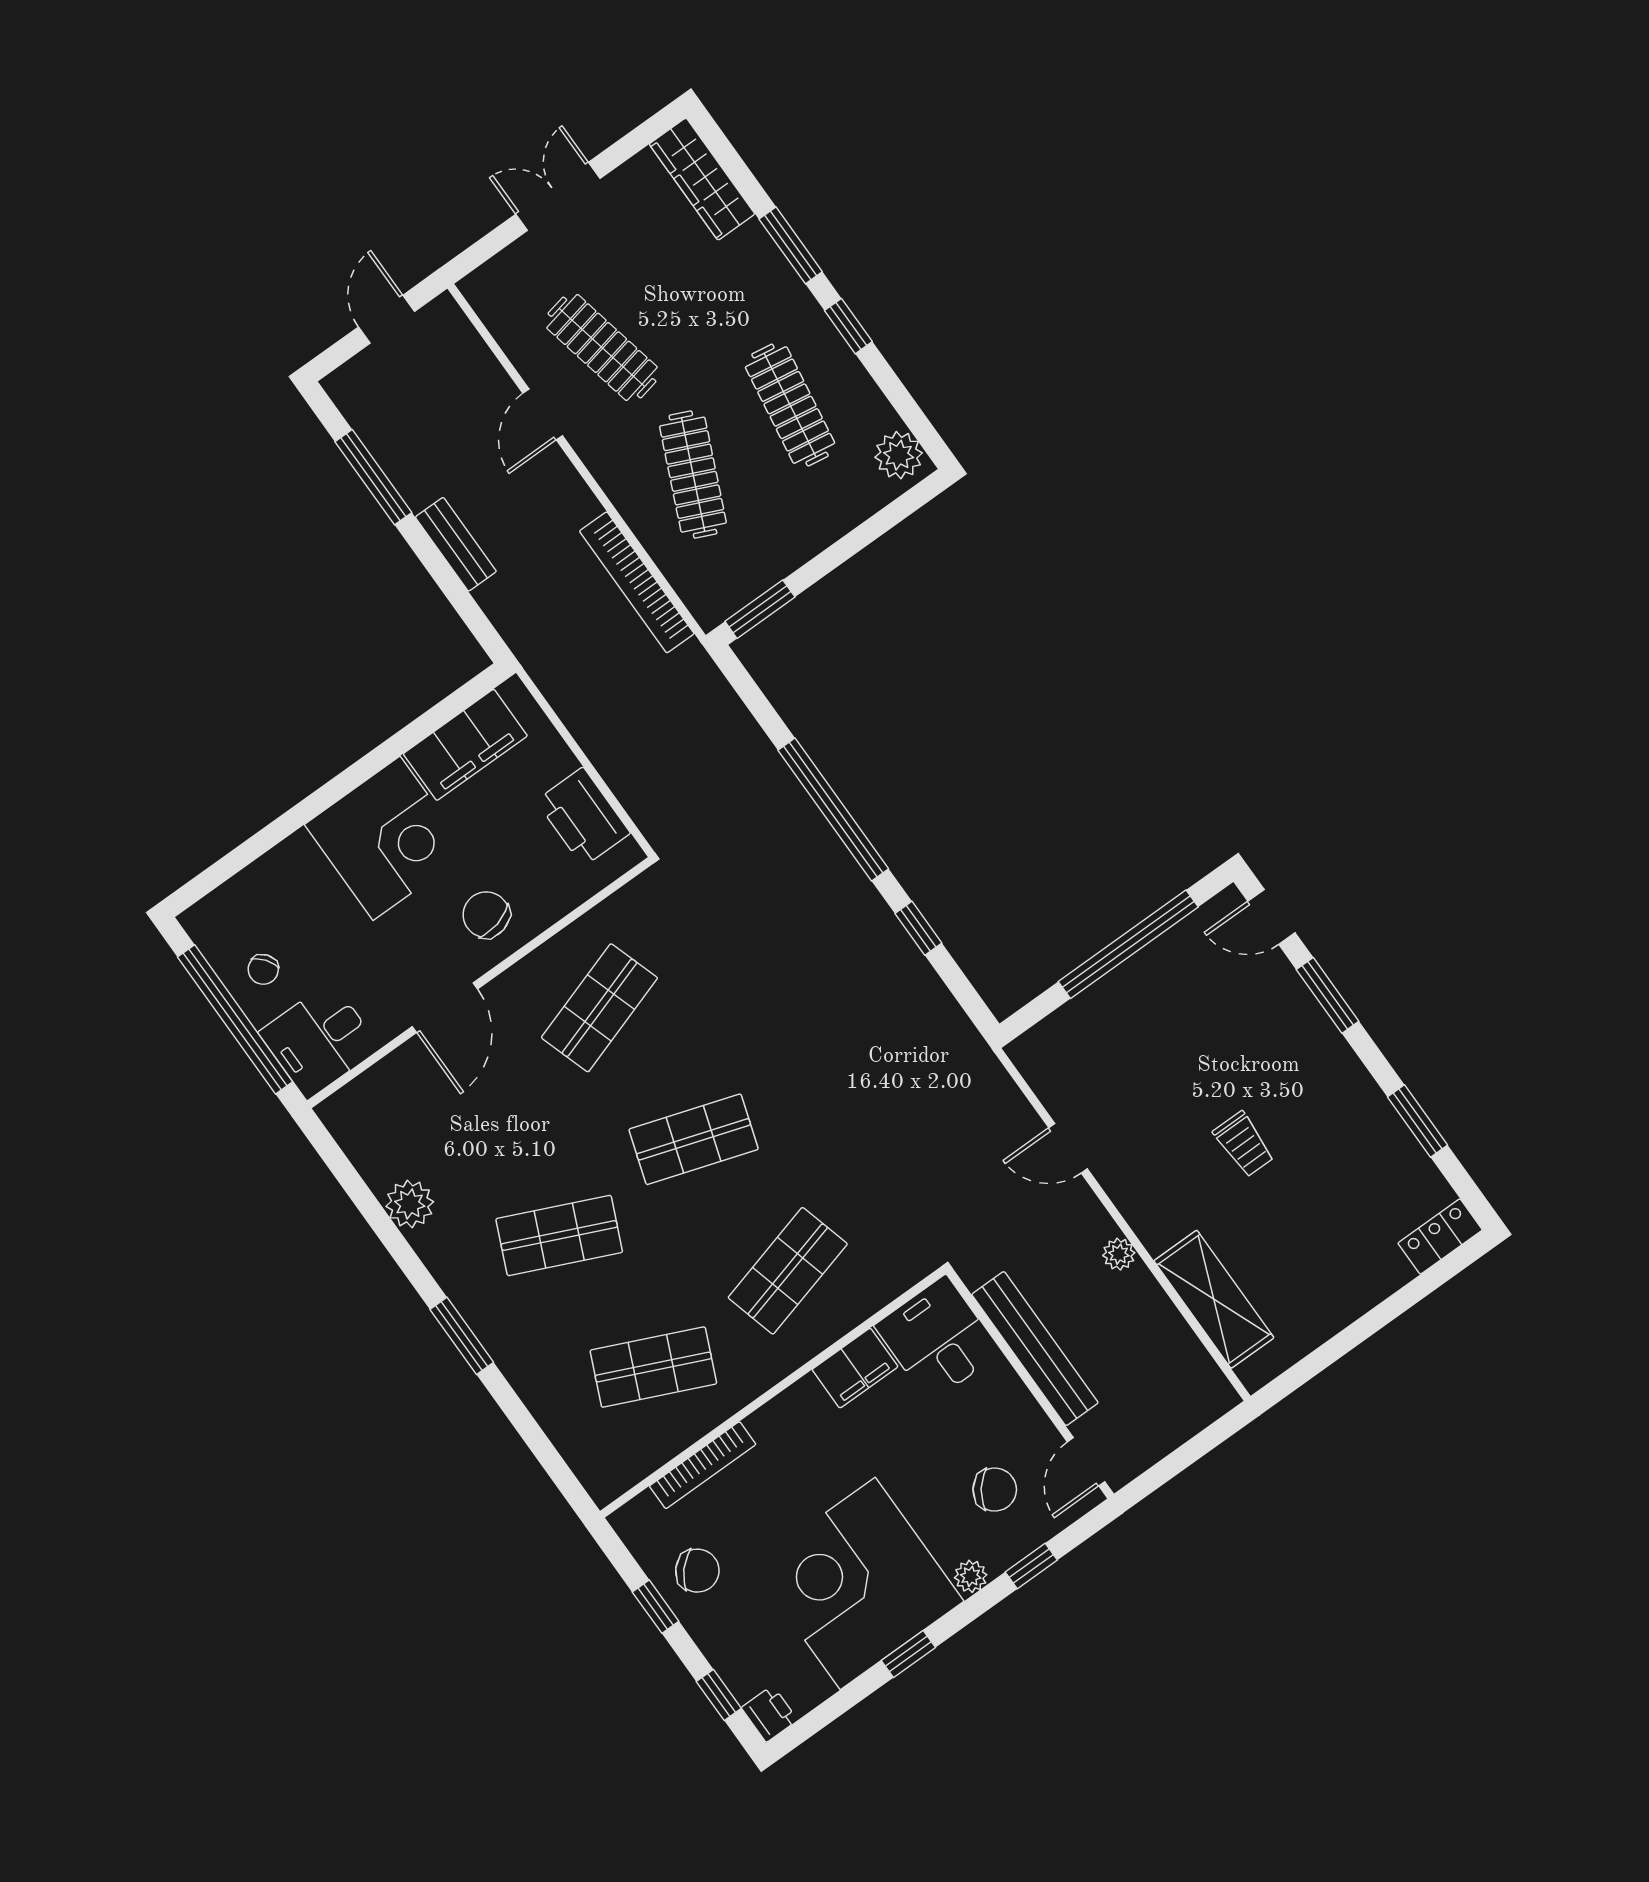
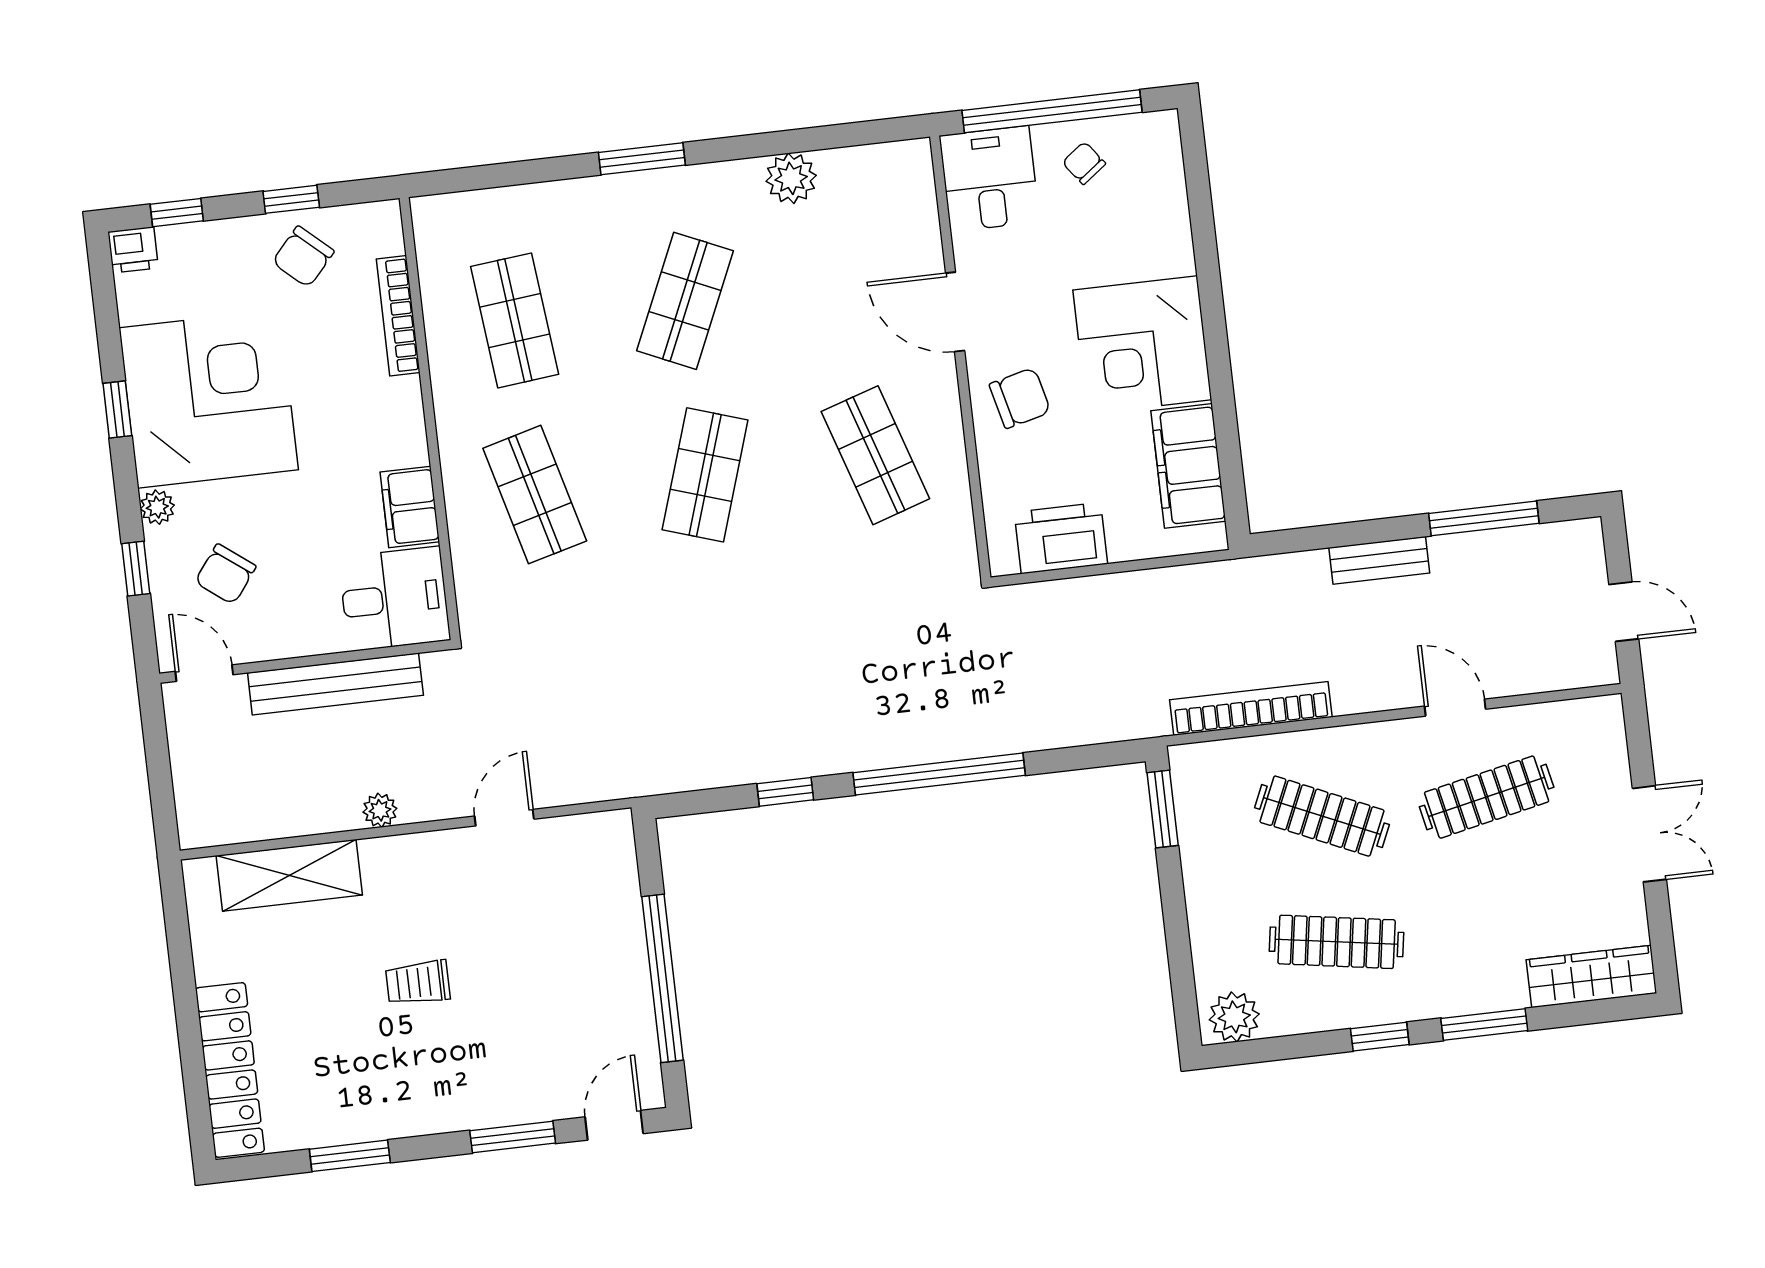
locker: (1440, 1236) -> (230, 1070), width x2.16, depth x1.21
shop shelf: (653, 1367) -> (515, 320), turned -30

